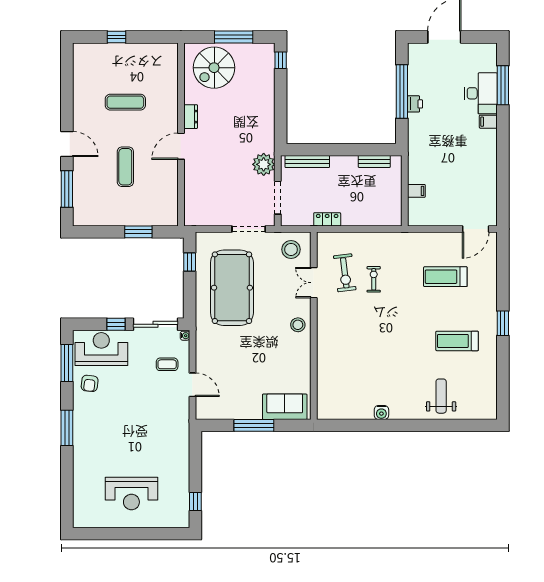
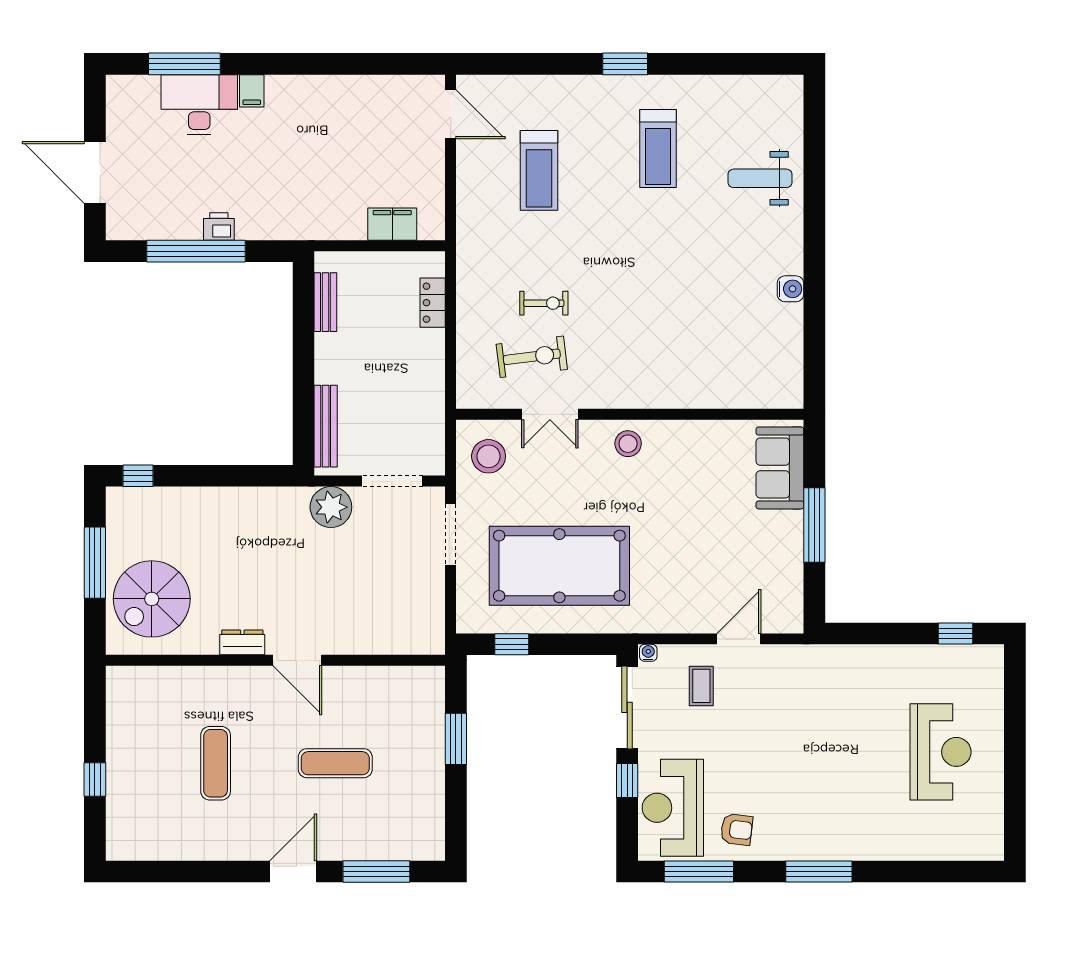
spiral stairs: (214, 68) -> (152, 599), turned 90
filing cabinet: (416, 191) -> (392, 224), width x2.00
locker: (327, 219) -> (433, 303), moved
exercise bike: (374, 279) -> (544, 303), turned 180

